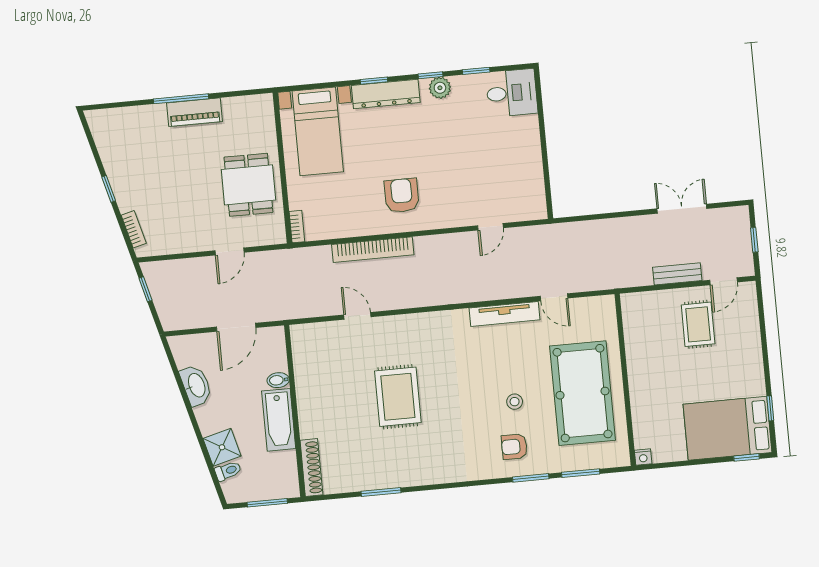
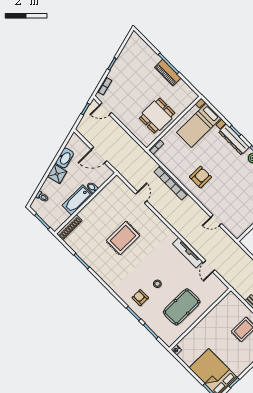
door: (229, 251) -> (106, 109), moved
pool table: (583, 393) -> (182, 307), width x0.73, depth x0.76
shower: (222, 447) -> (57, 174), moved

